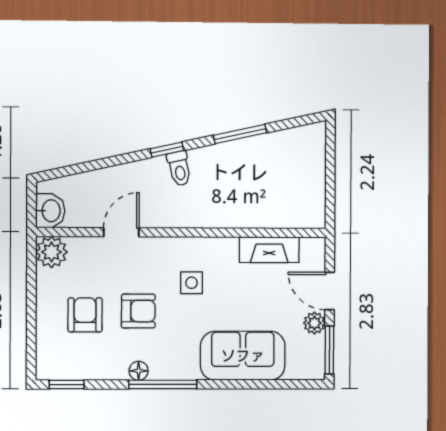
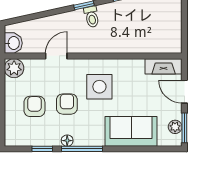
fireplace: (269, 250) -> (164, 66), moved
side table: (192, 283) -> (99, 87), width x1.87, depth x1.87
armchair: (138, 311) -> (67, 104), turned -90
plant: (314, 323) -> (175, 127), moved
window: (67, 385) -> (42, 149), moved

